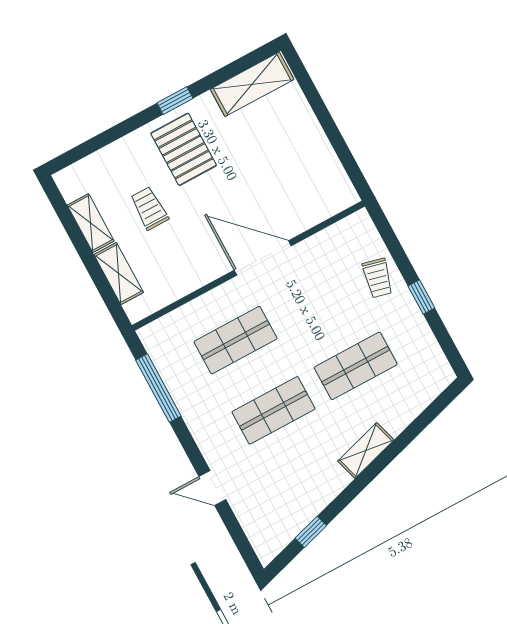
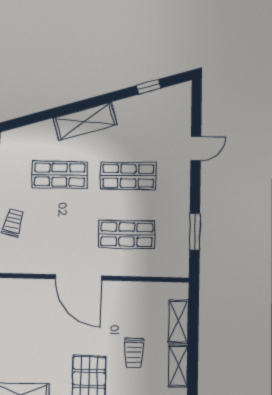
window: (158, 388) -> (195, 232), width x0.69
shelving: (366, 450) -> (85, 121), width x1.50, depth x1.33
door: (212, 488) -> (196, 148), hinge flipped

